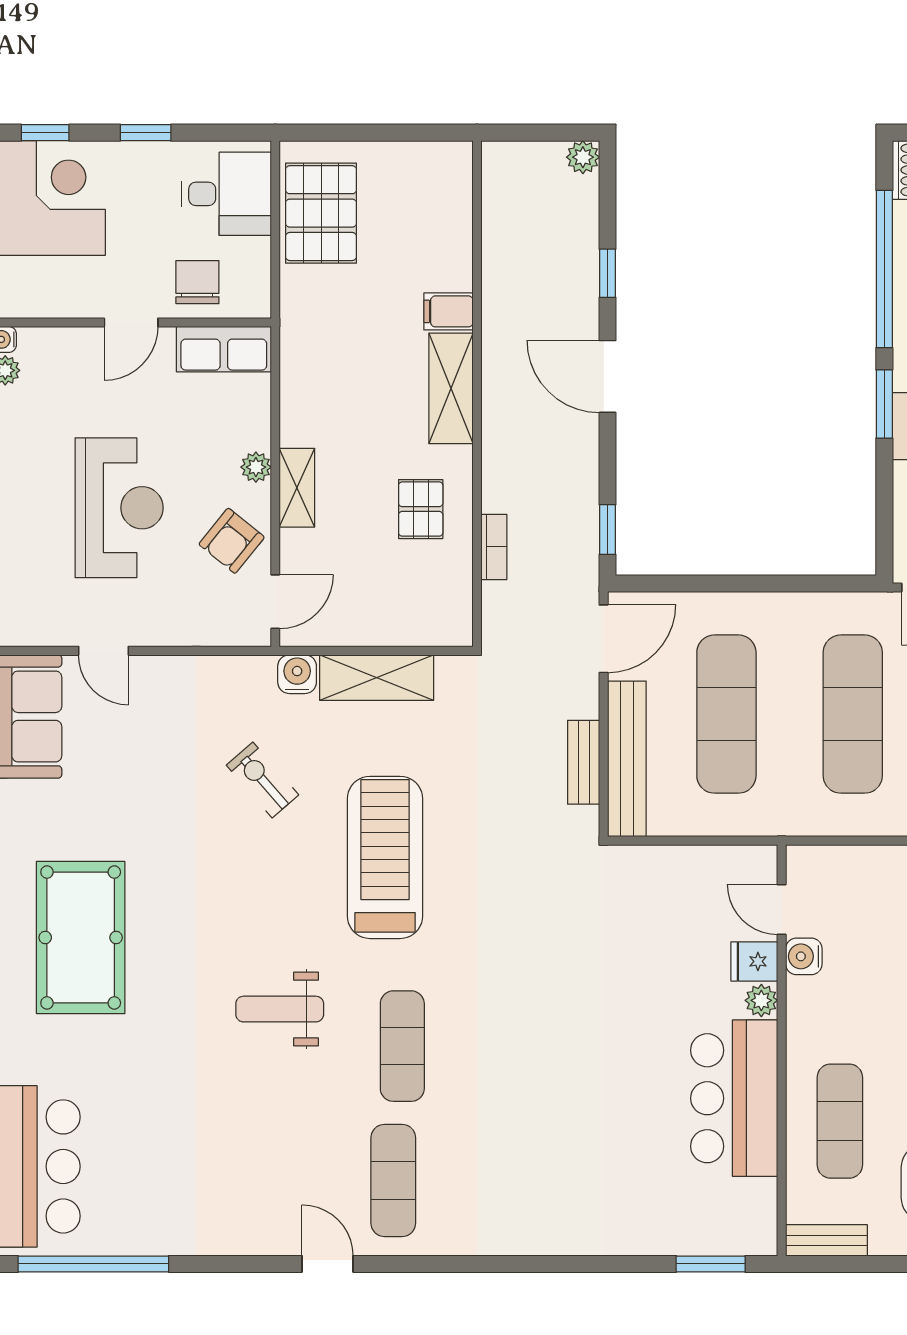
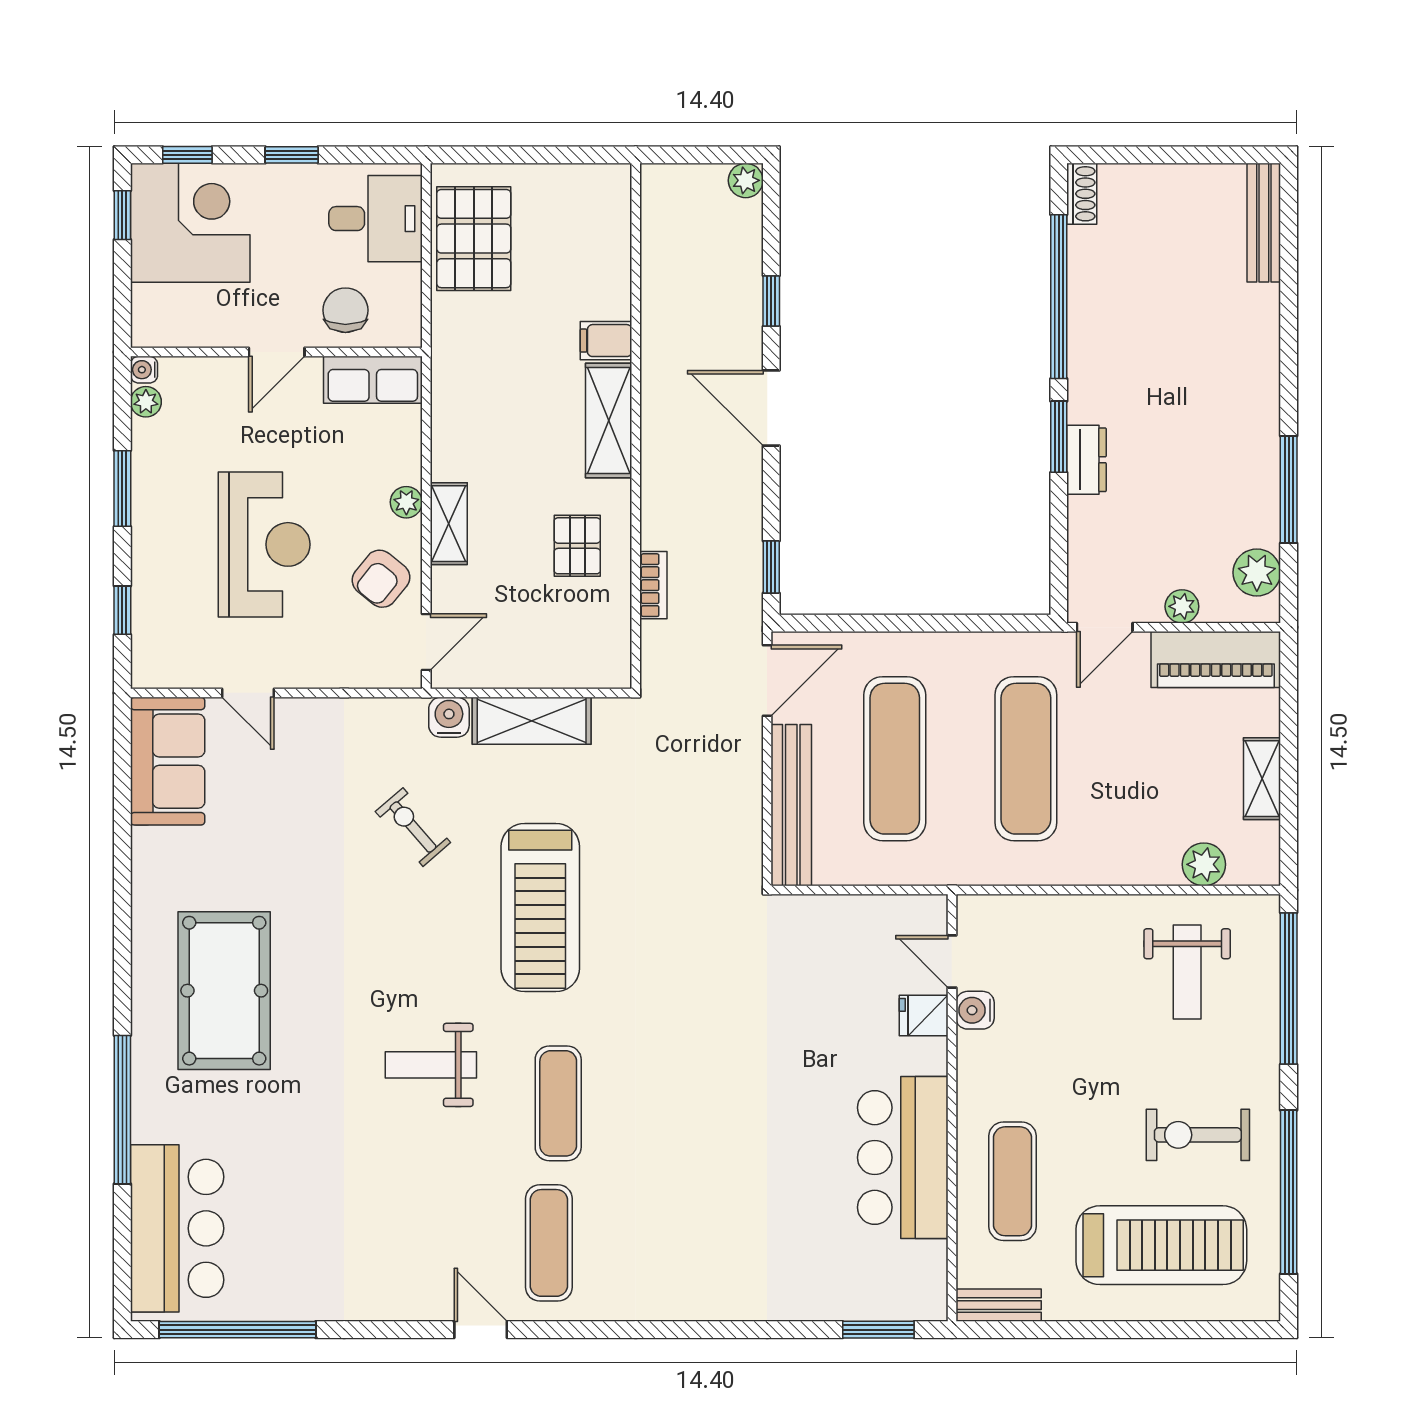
bench: (584, 762) -> (746, 809), removed
treadmill: (385, 857) -> (540, 907), turned 180
plant: (761, 1000) -> (931, 1056), removed

